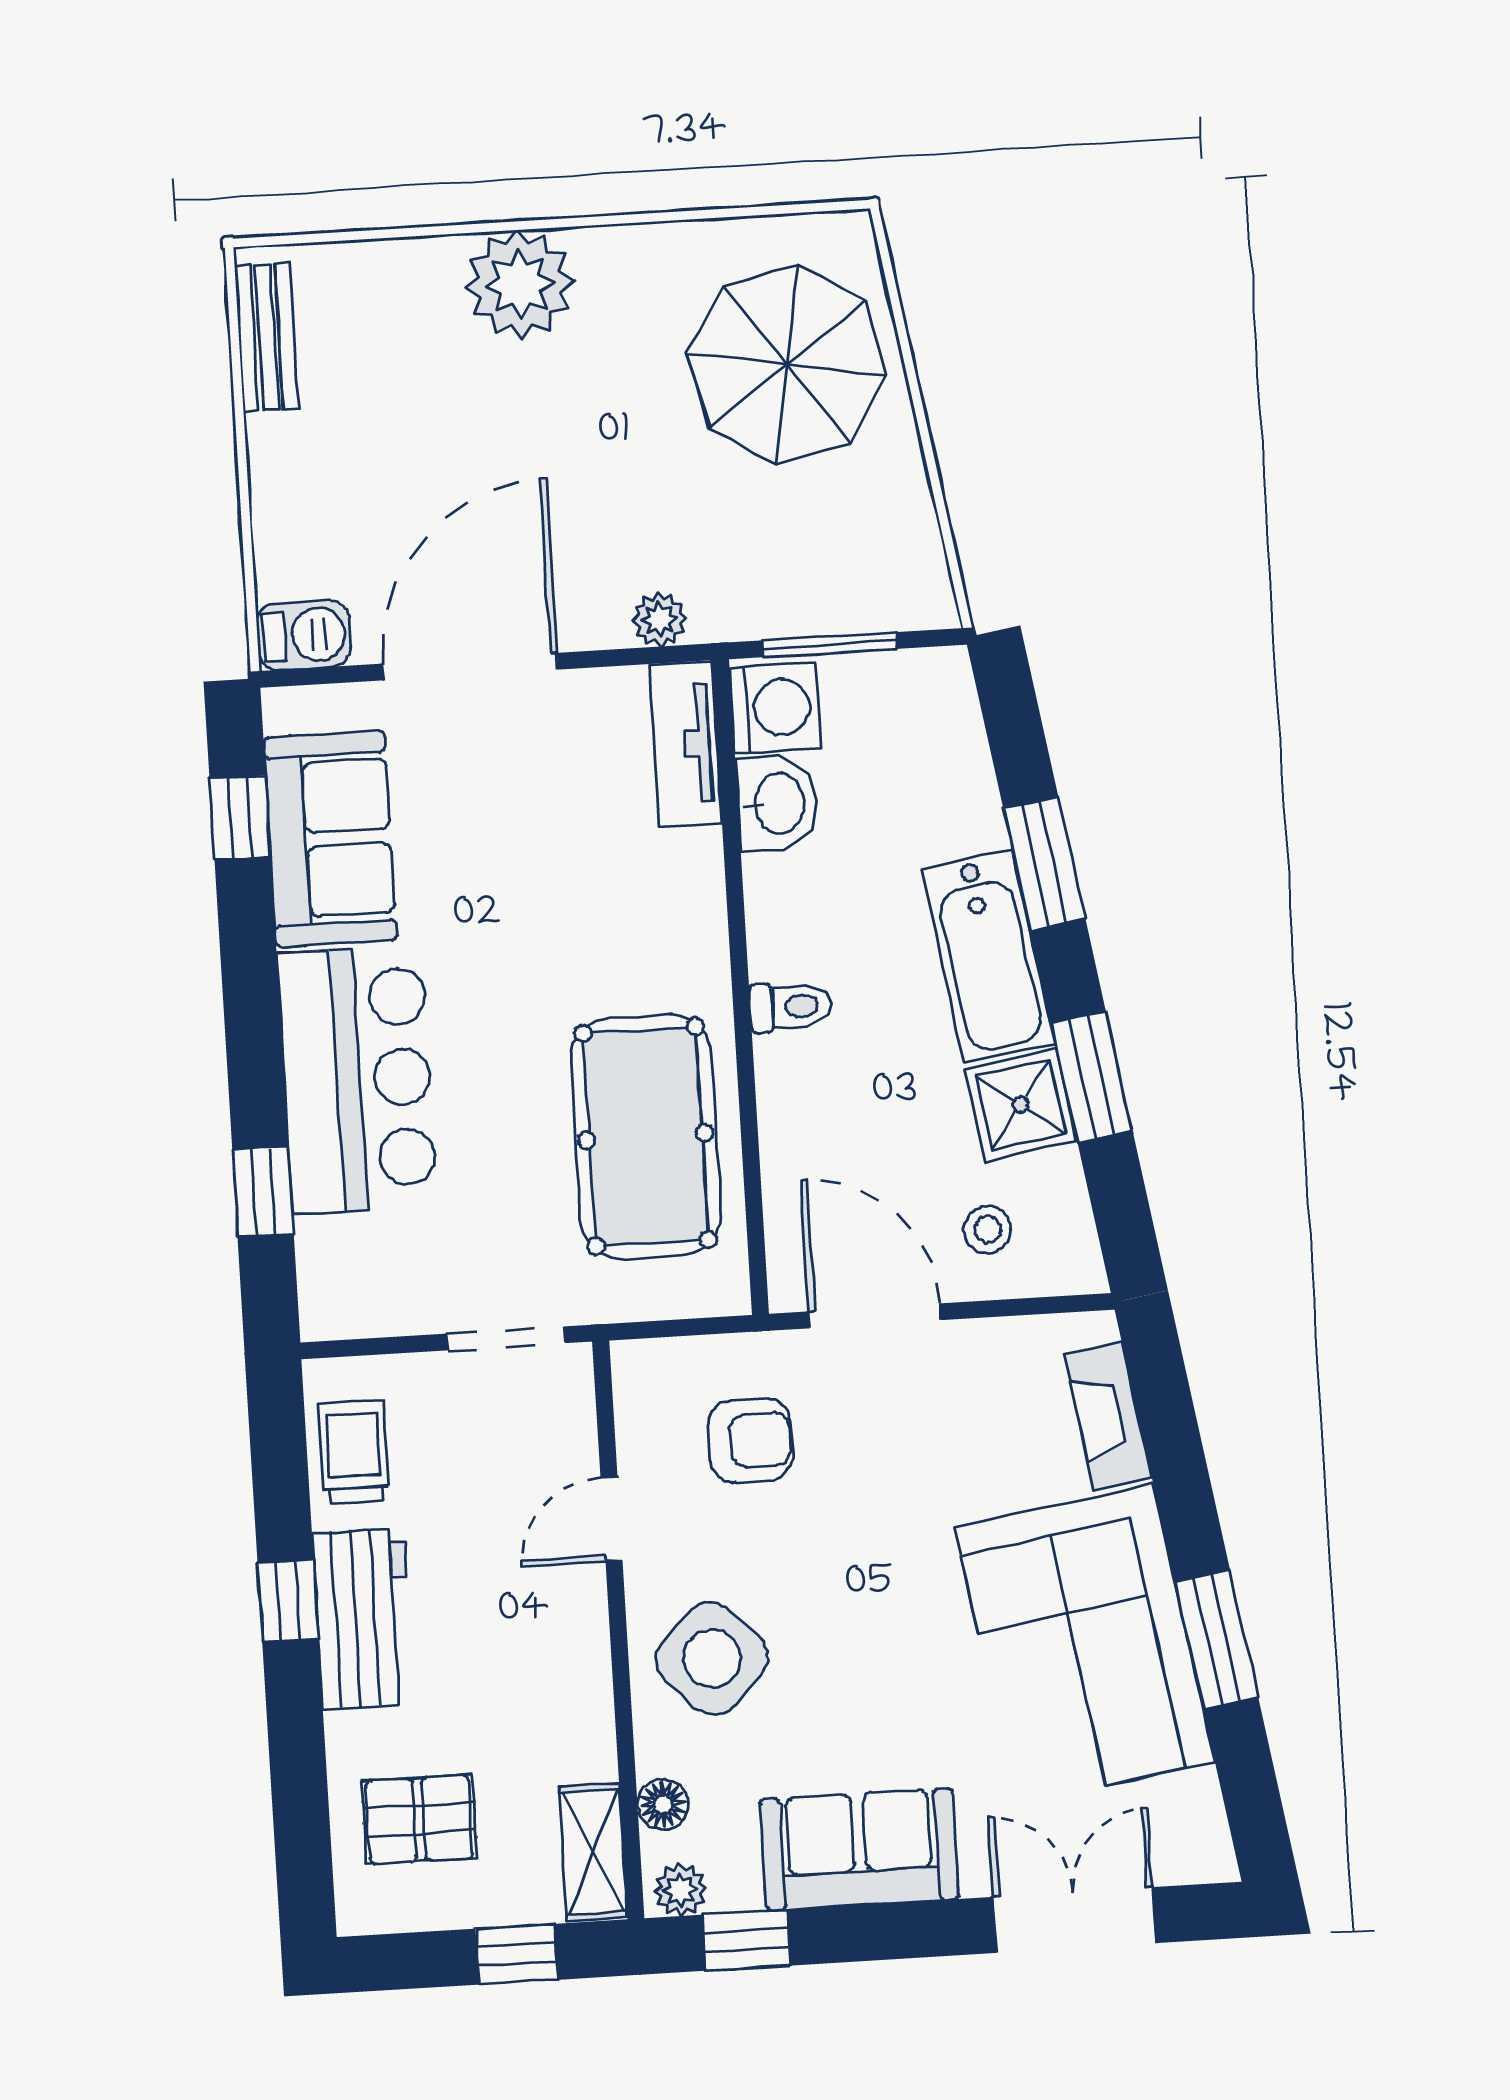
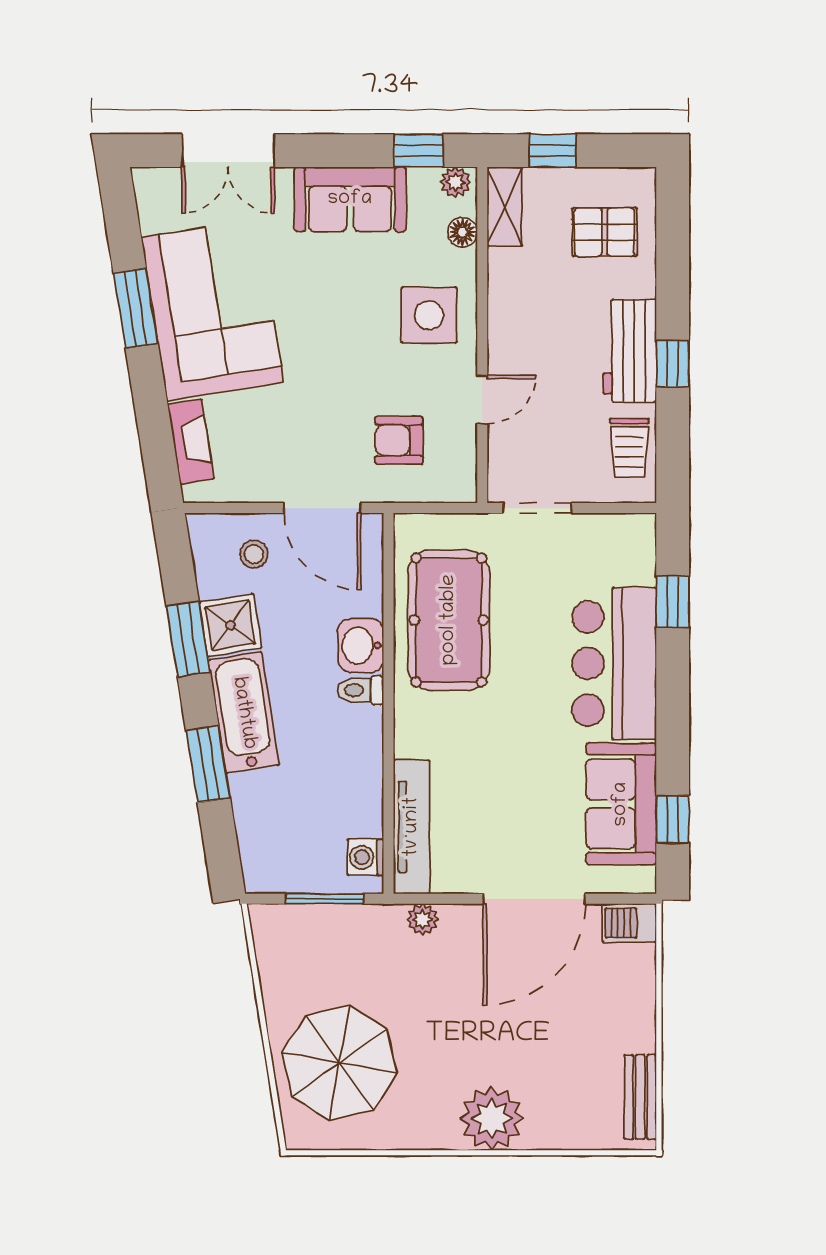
washing machine: (775, 708) -> (365, 857), width x0.73, depth x0.73
tv unit: (686, 744) -> (412, 827), width x1.41
washbasin: (777, 803) -> (361, 645), moved
side table: (712, 1658) -> (429, 315), turned 45

